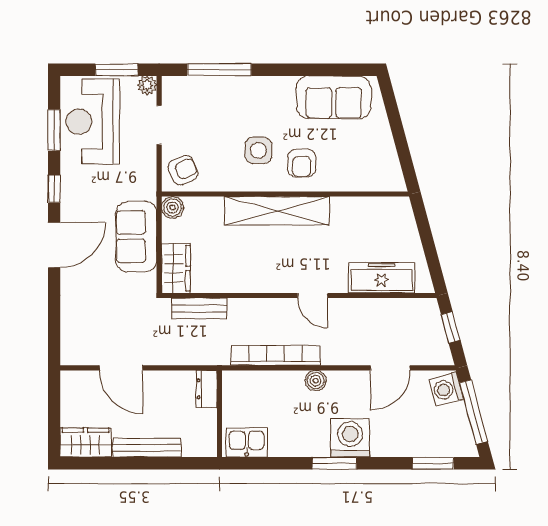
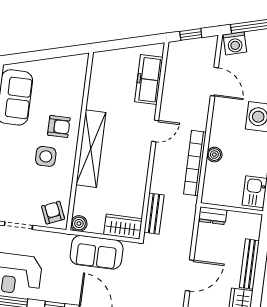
boiler: (316, 381) -> (214, 155), moved

